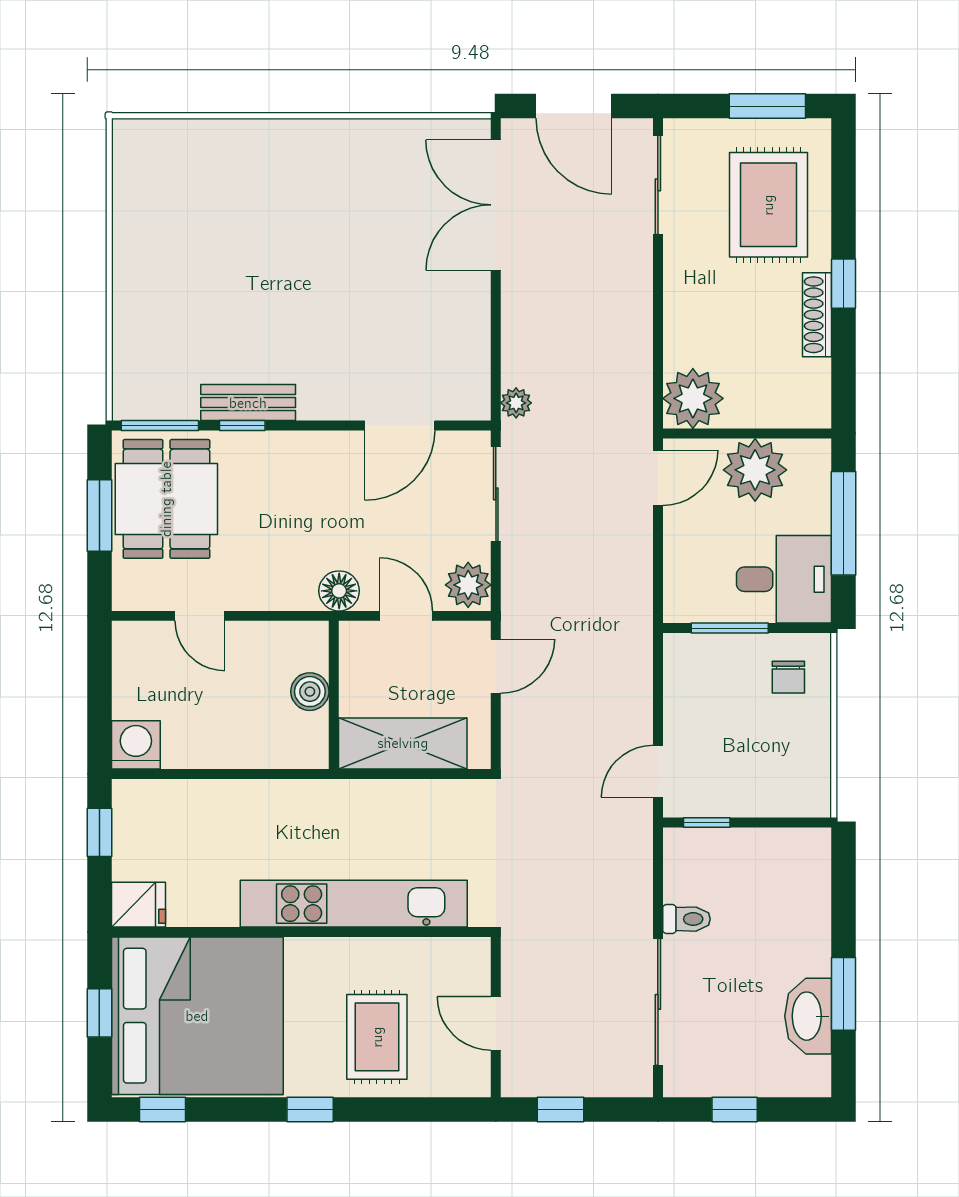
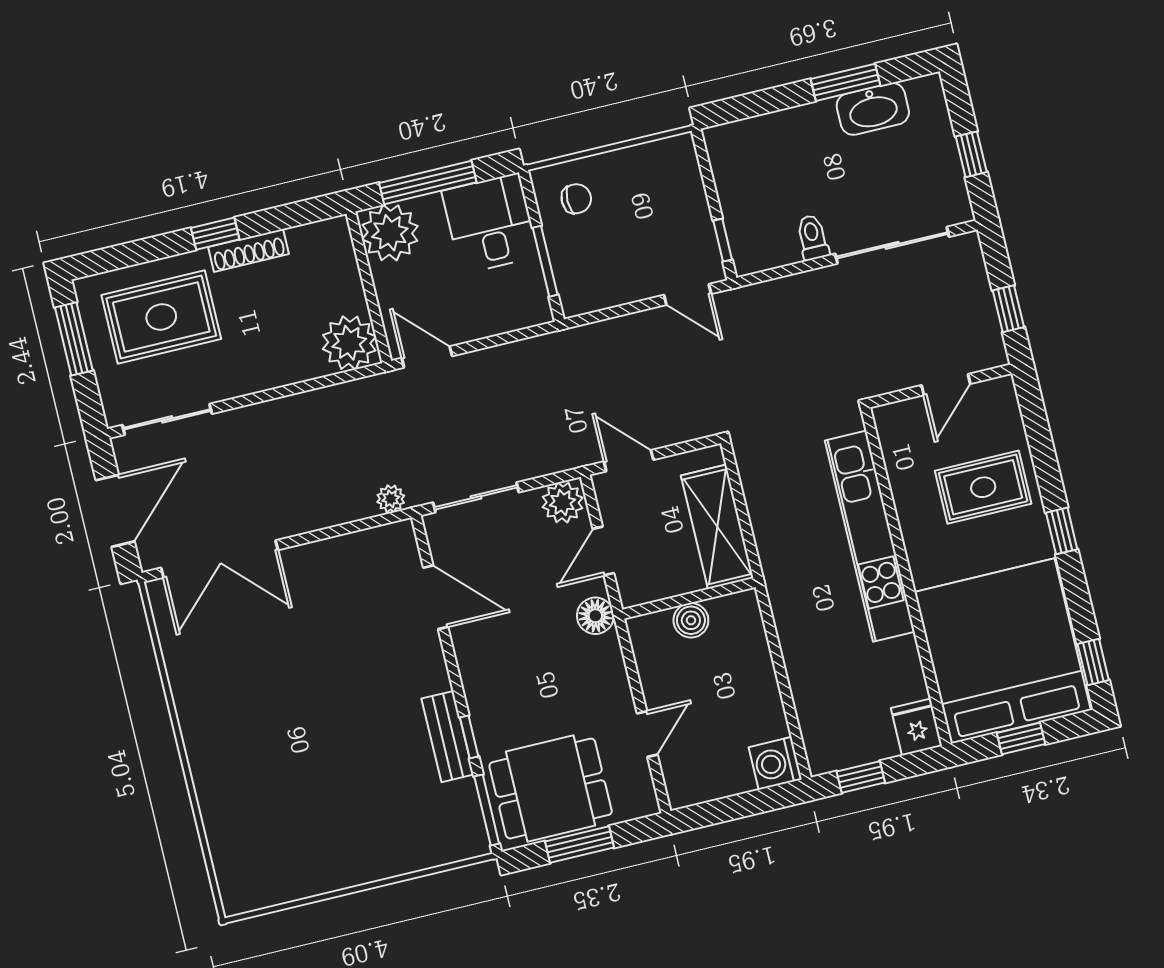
plant: (755, 470) -> (390, 233), moved

